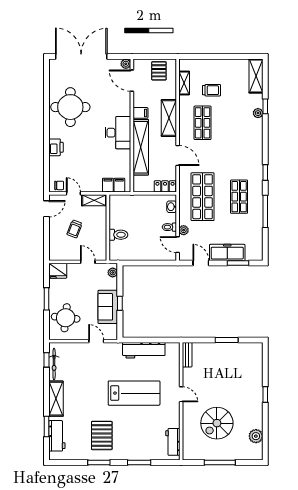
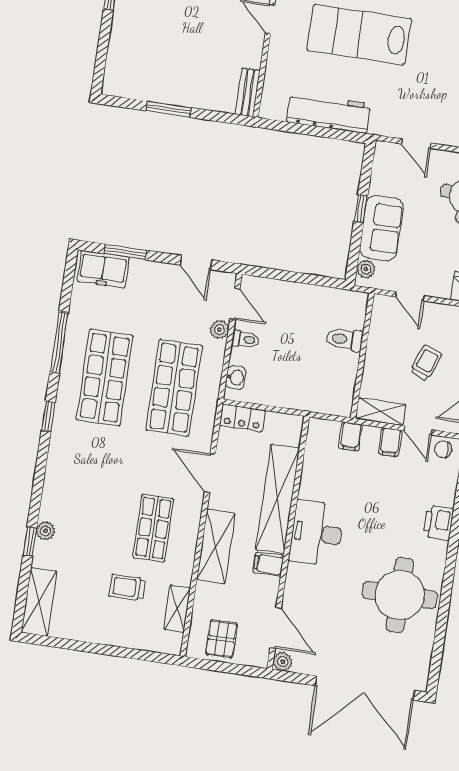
filing cabinet: (119, 185) -> (390, 442), moved
shop shelf: (239, 197) -> (105, 378), width x1.43, depth x1.36
freezer: (227, 252) -> (103, 269), moved, width x0.71
sofa: (108, 307) -> (381, 228), moved

